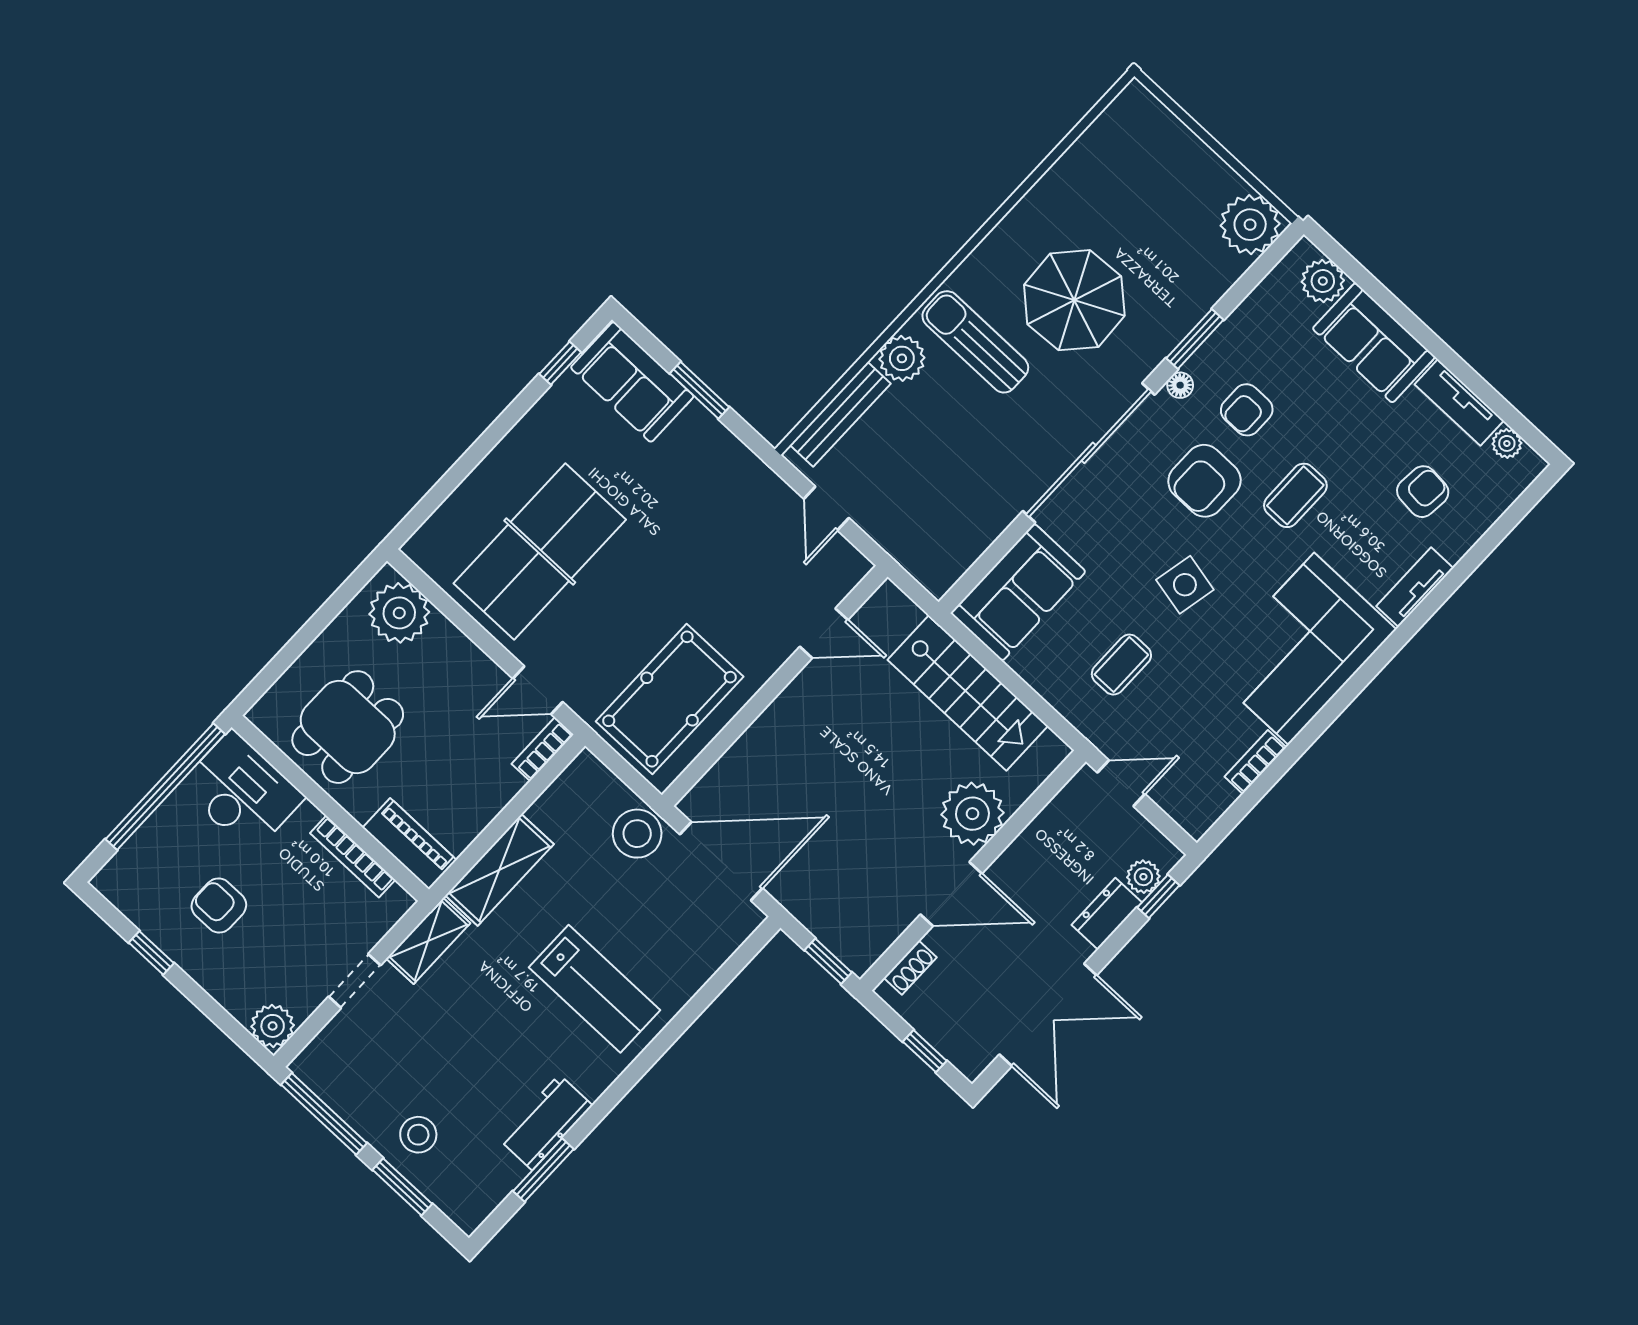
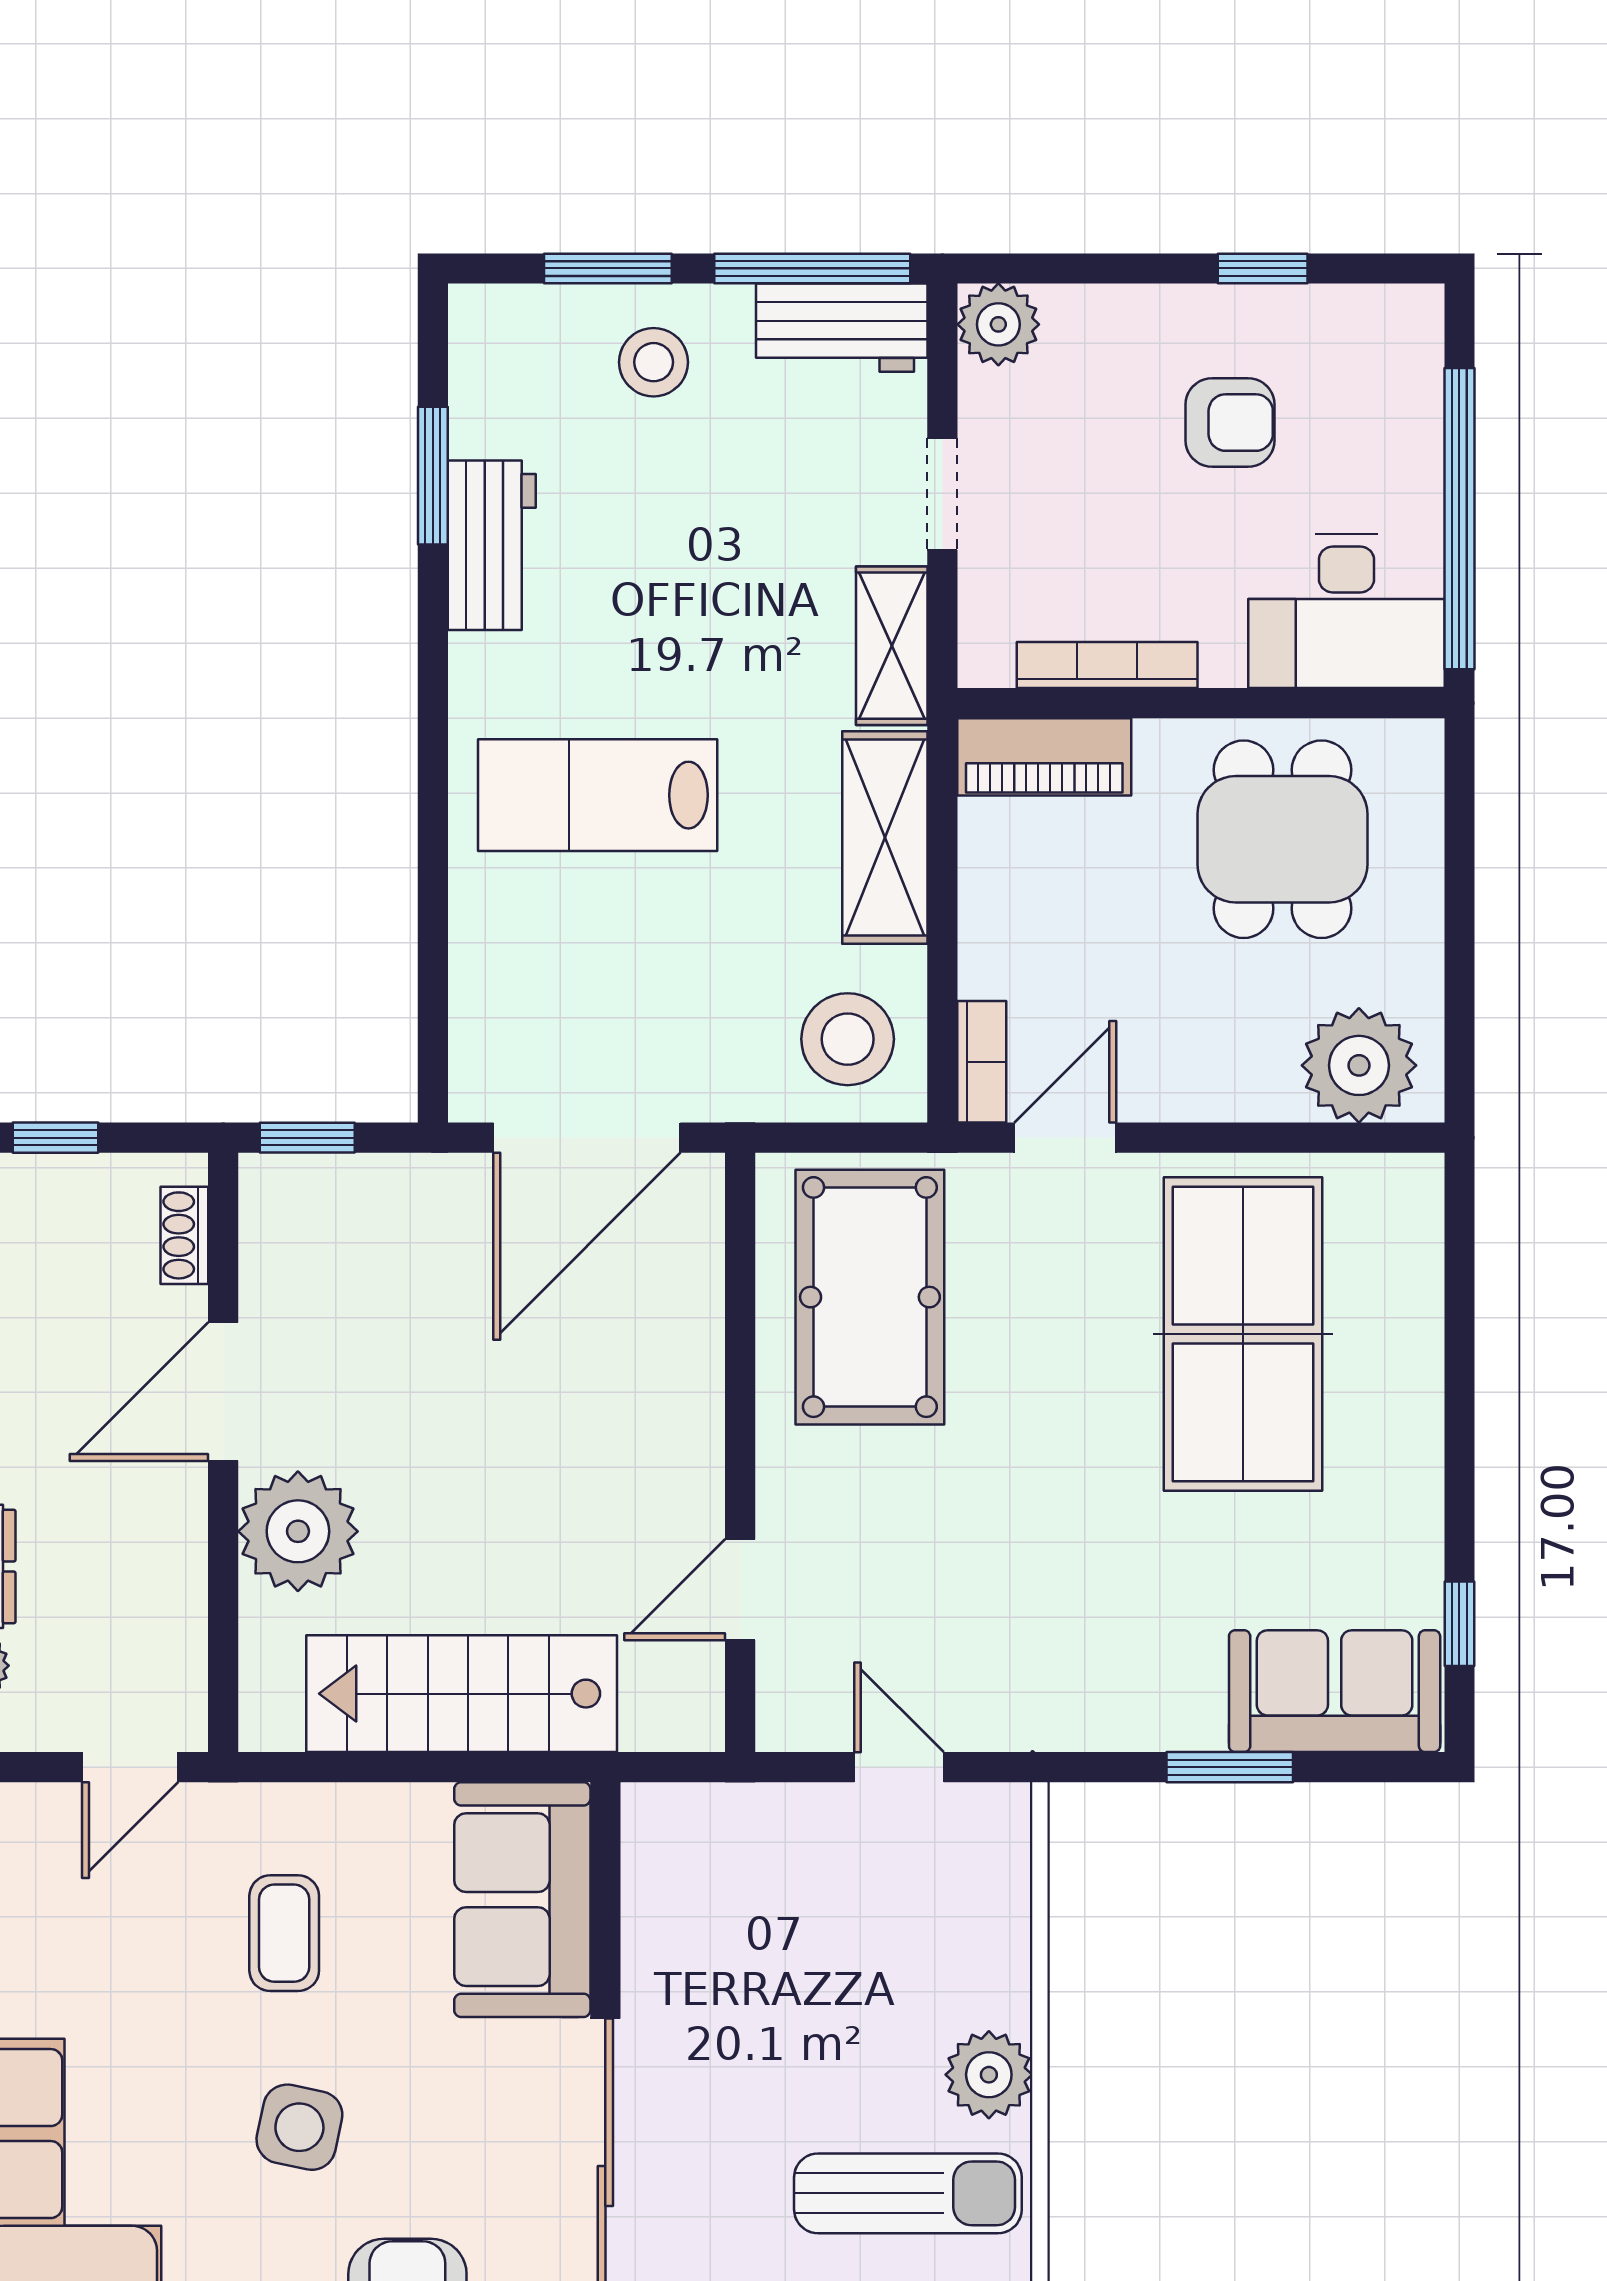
bench: (840, 414) -> (1002, 1916), removed
stool: (637, 834) -> (848, 1039), moved
workbench: (334, 1081) -> (842, 328), added

